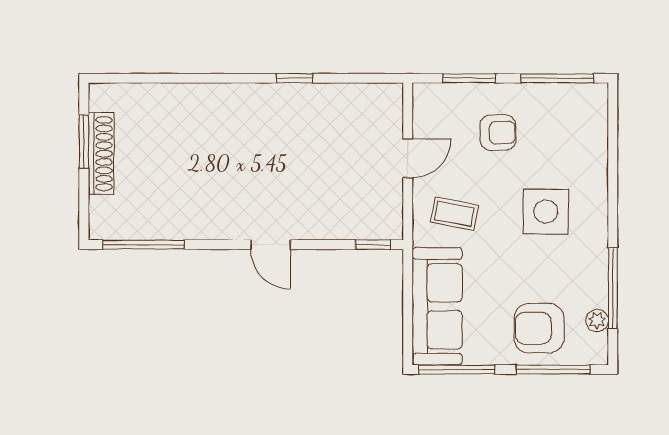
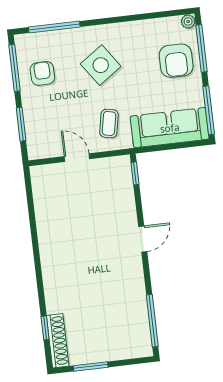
window: (295, 78) -> (45, 328), moved
armchair: (498, 133) -> (42, 73), moved
shoe rack: (101, 154) -> (58, 341), moved, turned 90
side table: (546, 211) -> (101, 65), turned -35
window: (613, 288) -> (54, 27), moved
plant: (597, 320) -> (188, 21), moved

